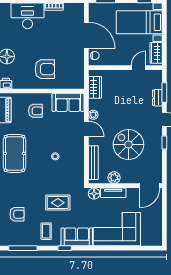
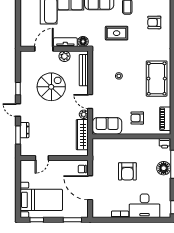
wardrobe: (156, 53) -> (26, 172), removed
armchair: (45, 69) -> (127, 171), moved, turned -90
wardrobe: (95, 87) -> (82, 135), width x1.50
spiral stairs: (128, 145) -> (51, 87), turned -90
door: (150, 186) -> (44, 49), moved

